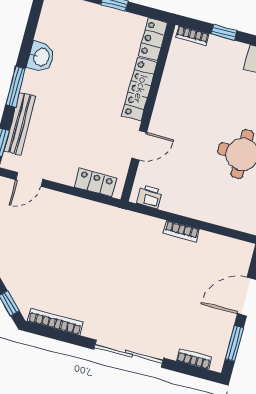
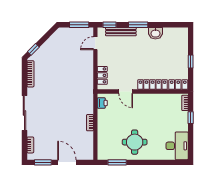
door: (29, 179) -> (95, 43), hinge flipped

